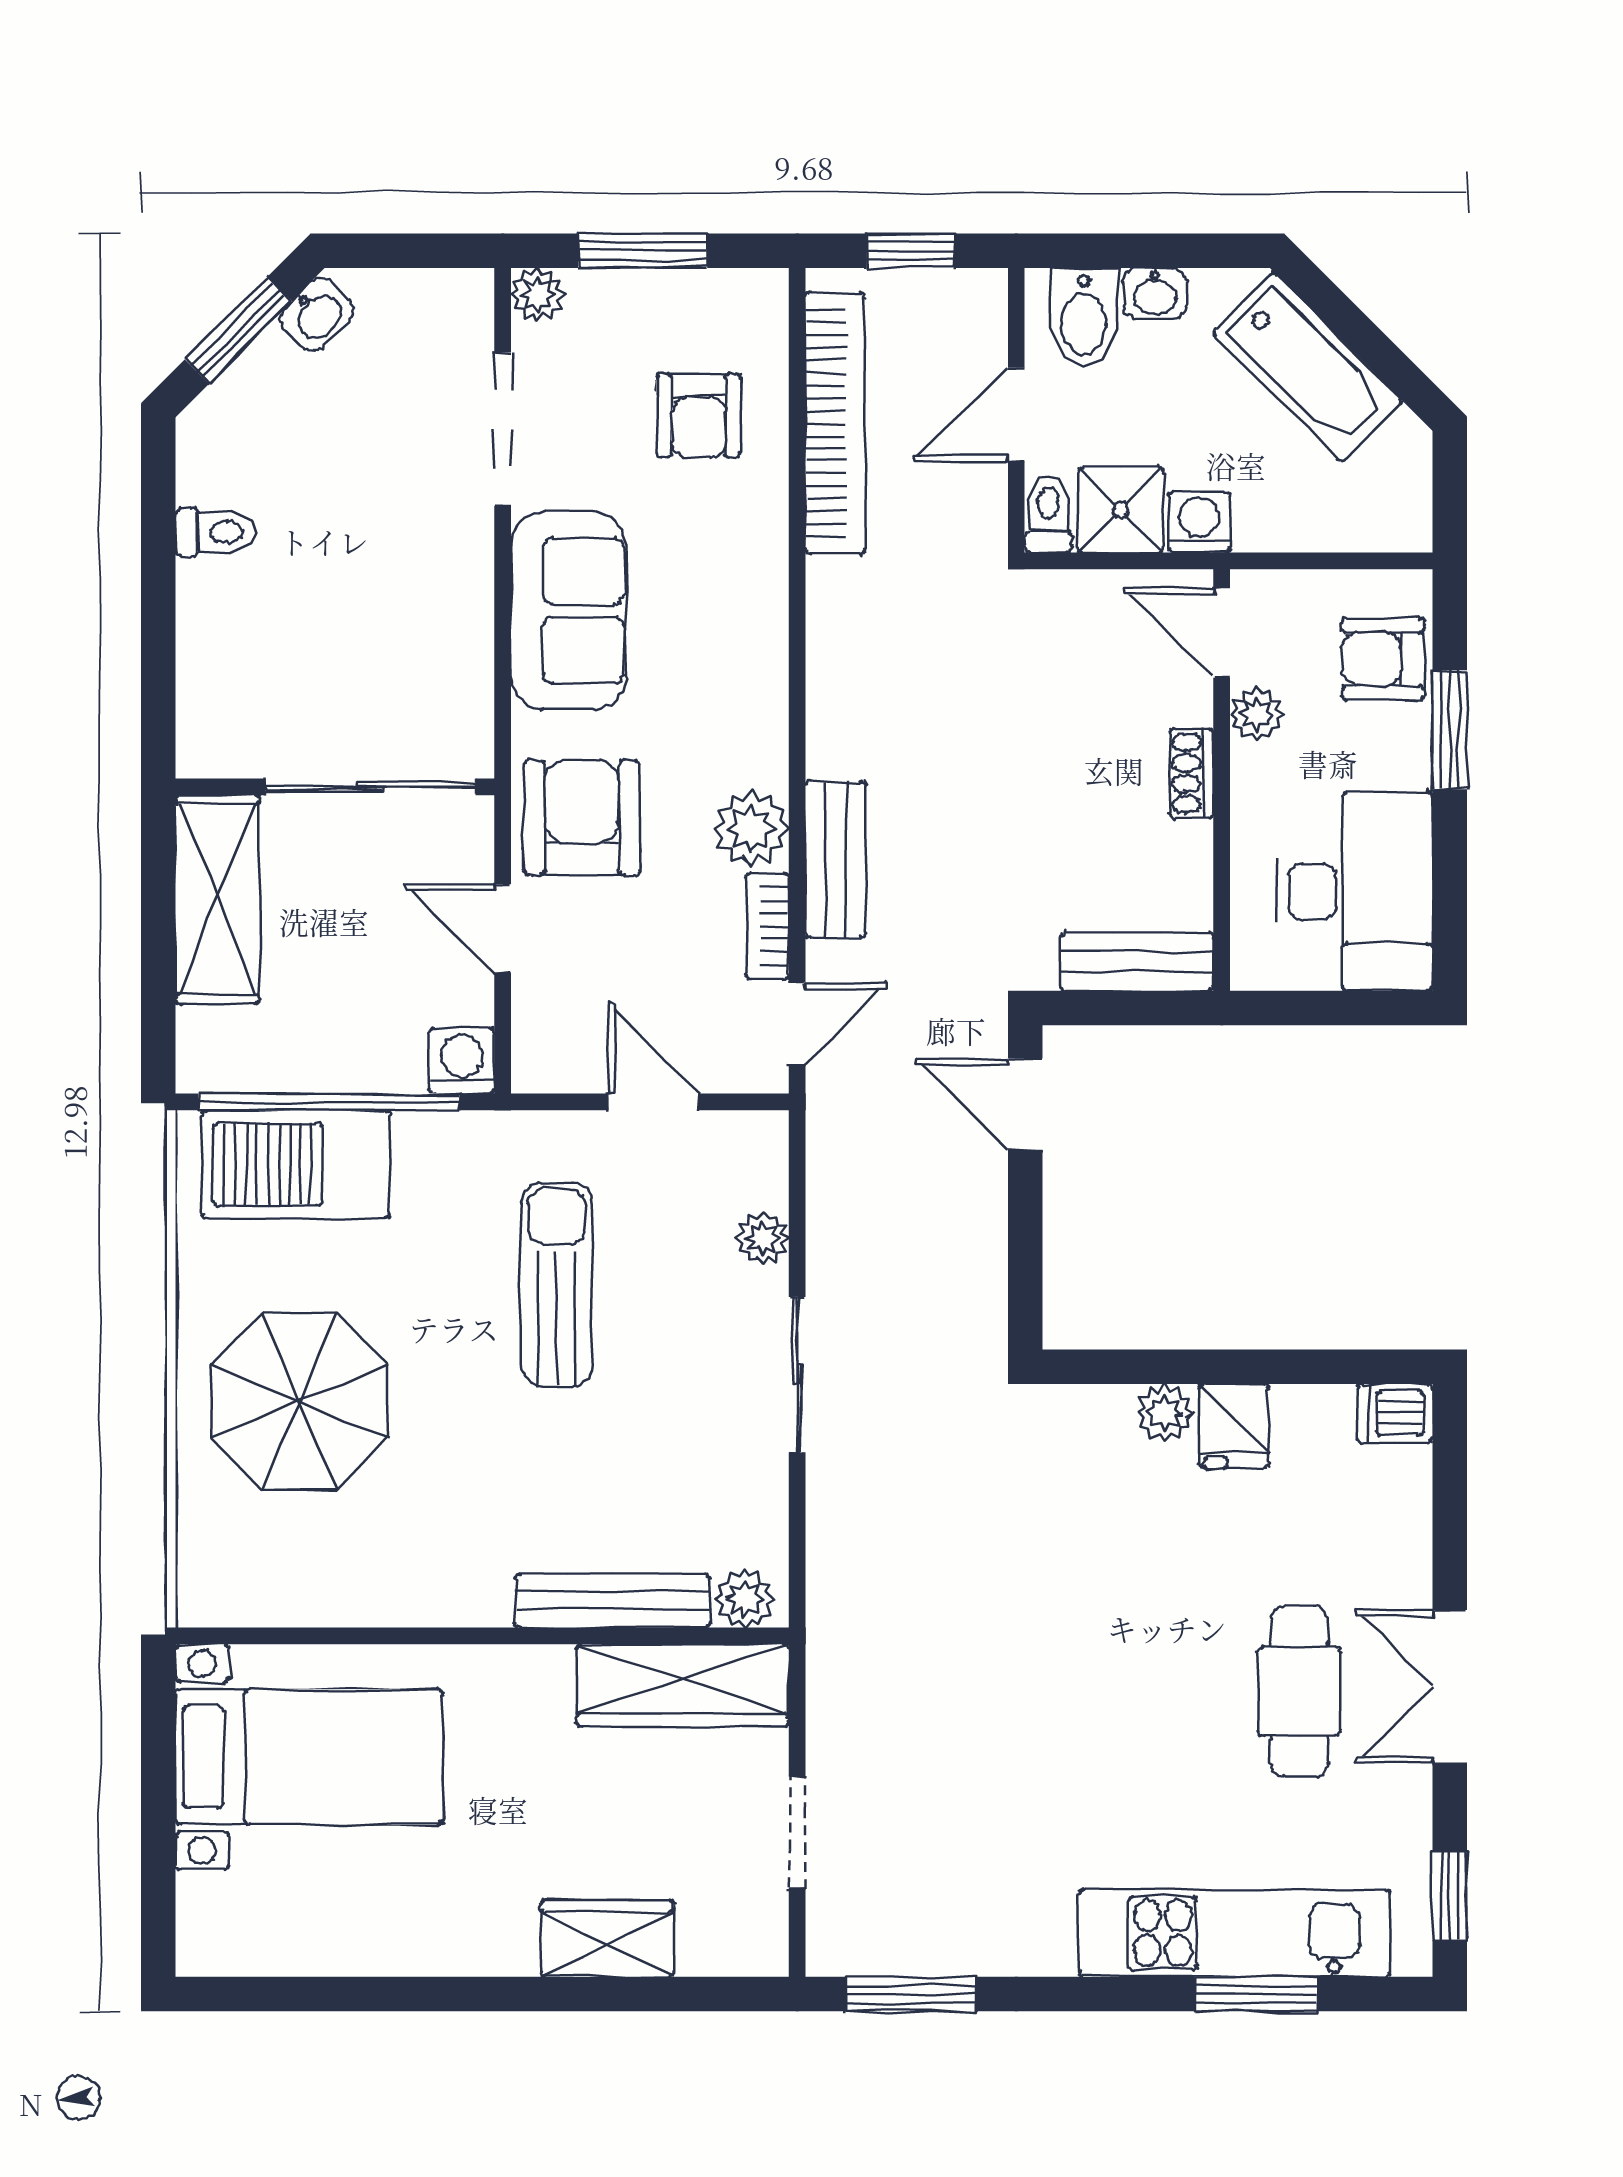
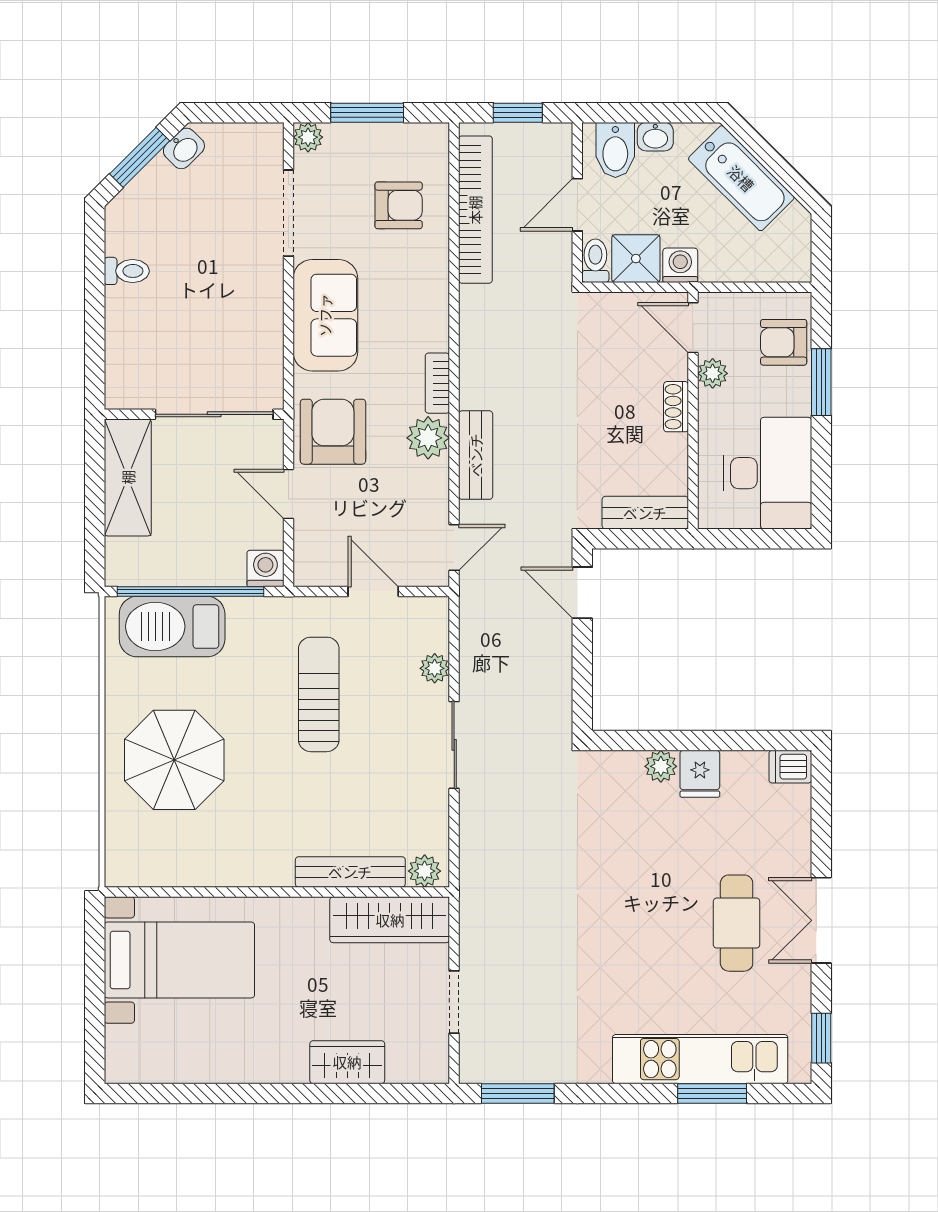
armchair: (698, 415) -> (399, 205), turned -90
bookcase: (767, 926) -> (437, 383), moved

